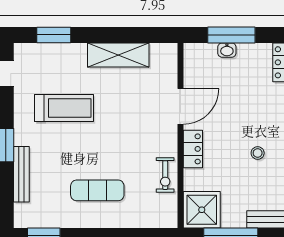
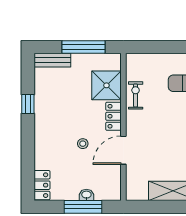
stool: (258, 153) -> (83, 144), moved
shower: (202, 210) -> (106, 85), moved

